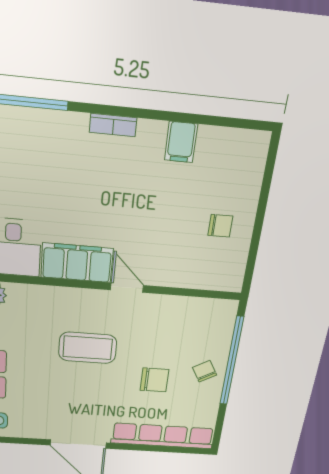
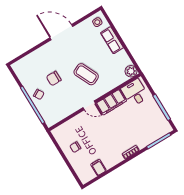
filing cabinet: (181, 142) -> (98, 168), moved
coffee table: (88, 348) -> (86, 74), turned 65
row of seats: (163, 436) -> (33, 58), removed

